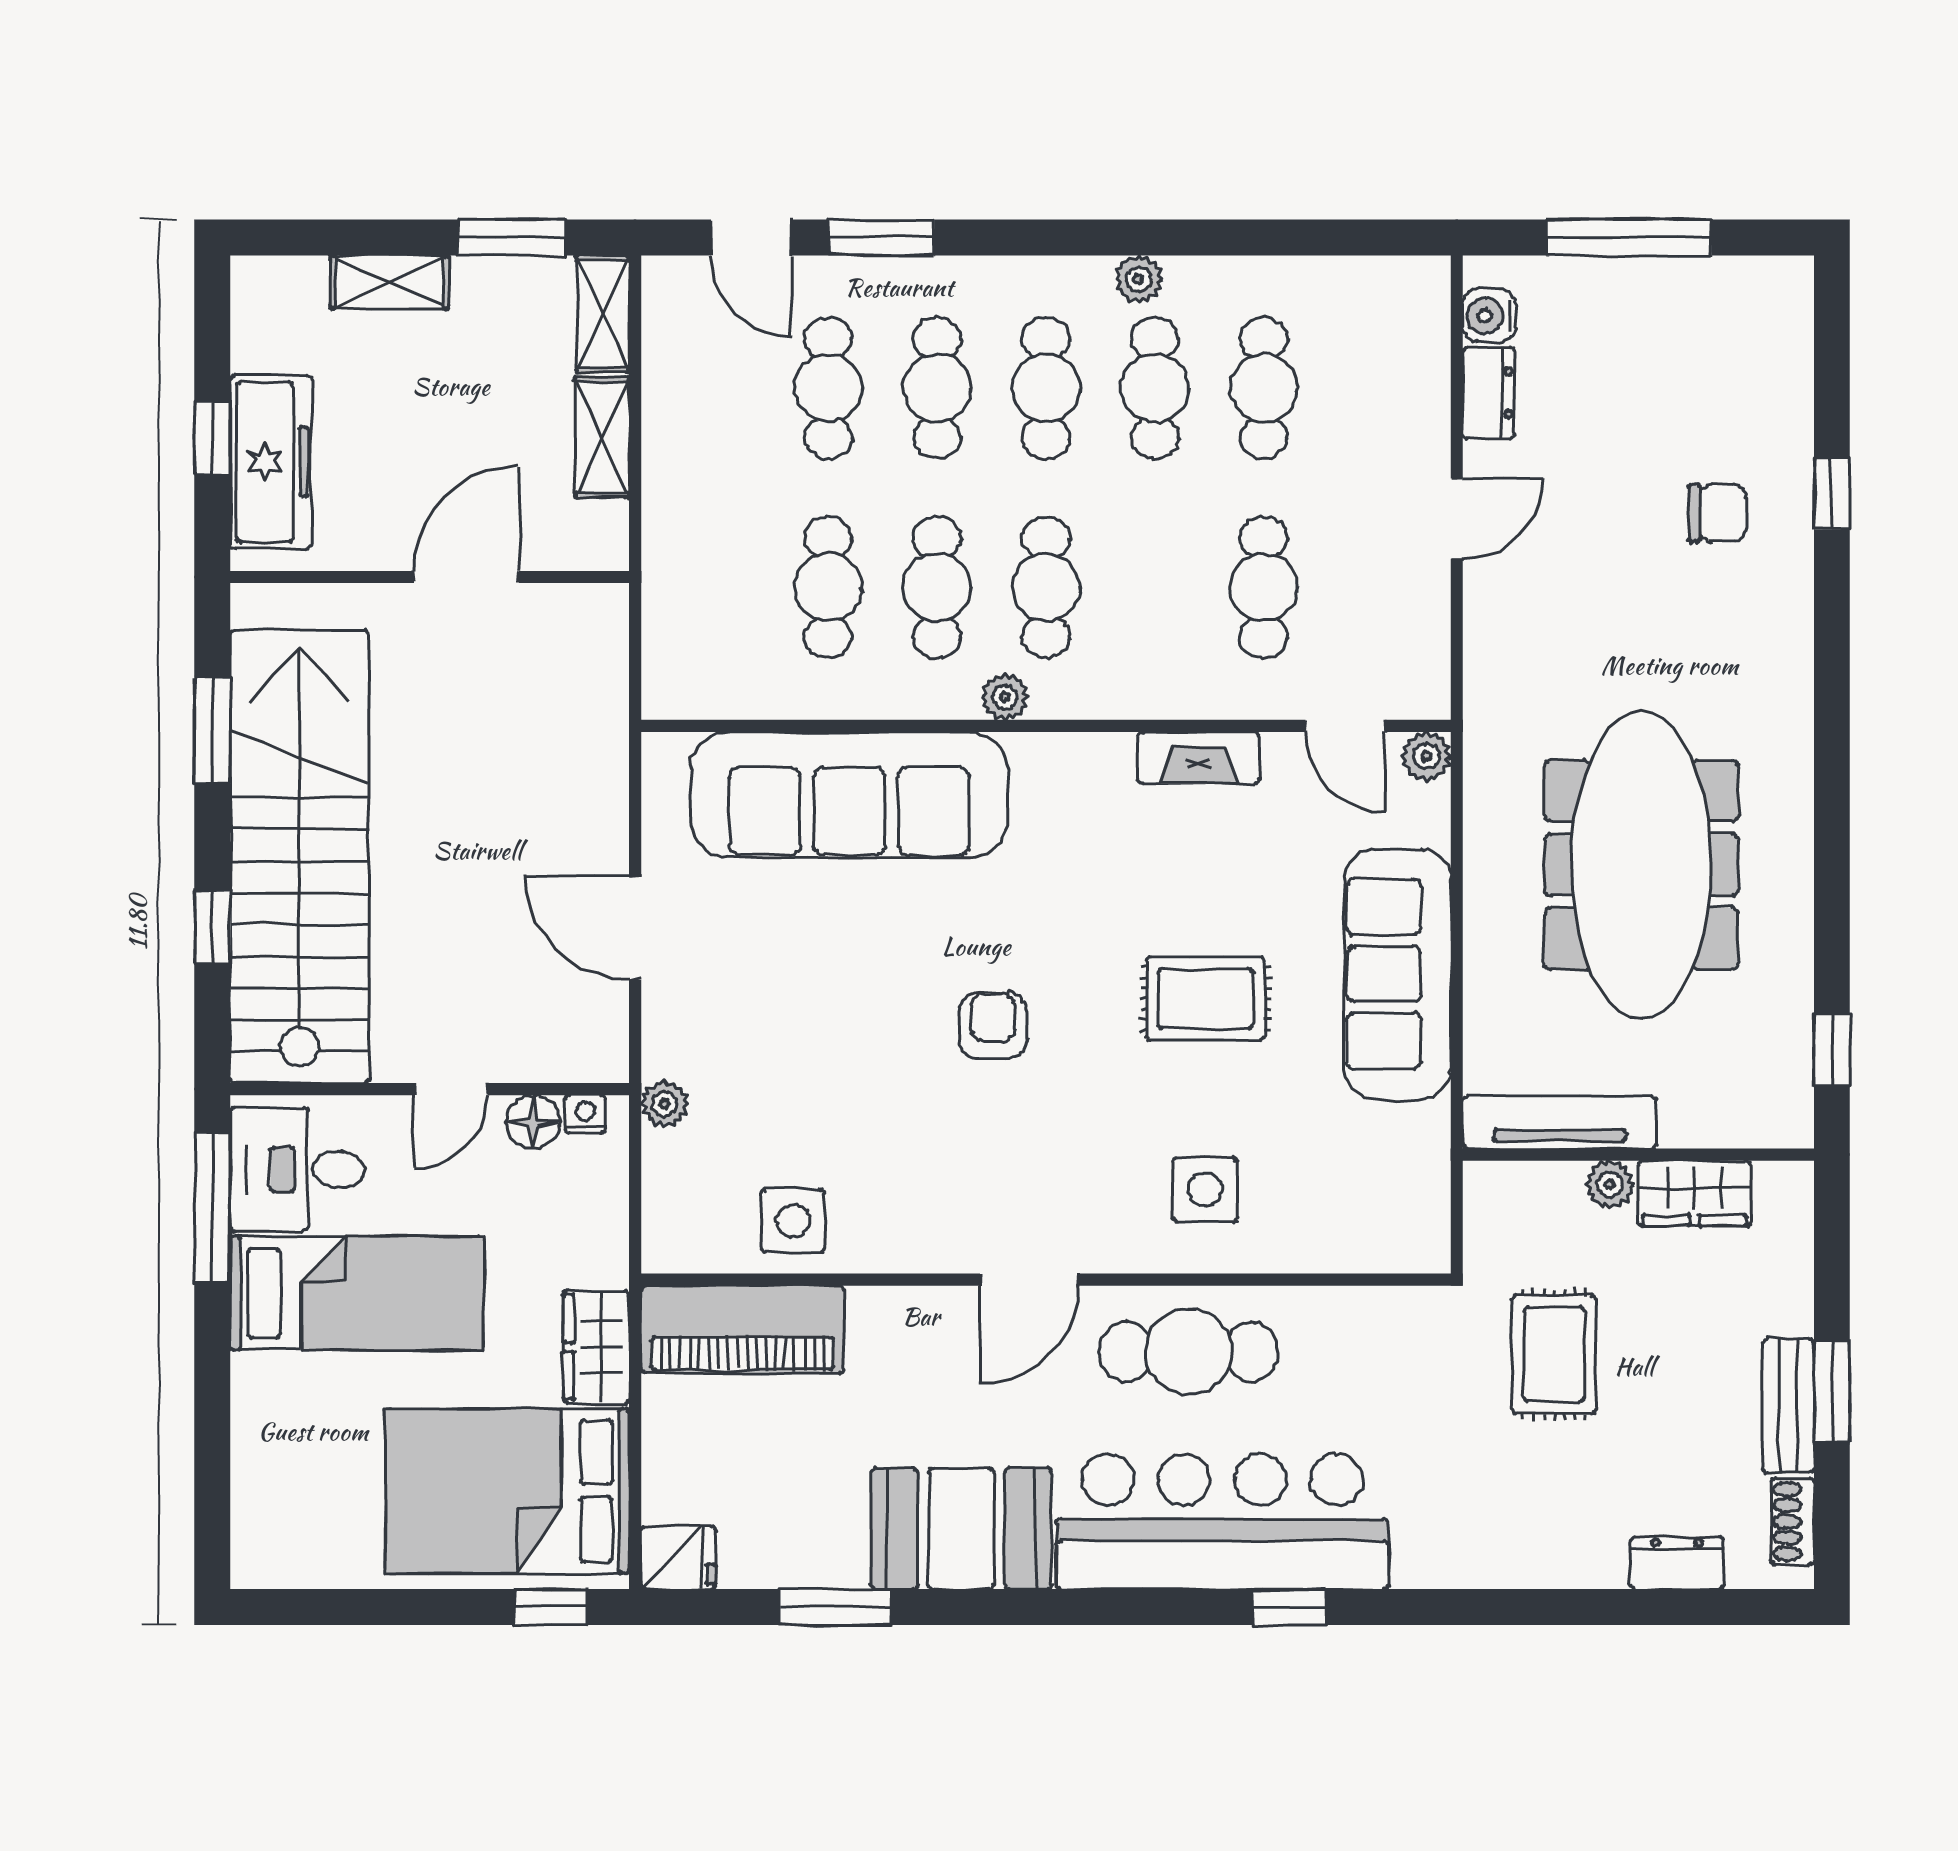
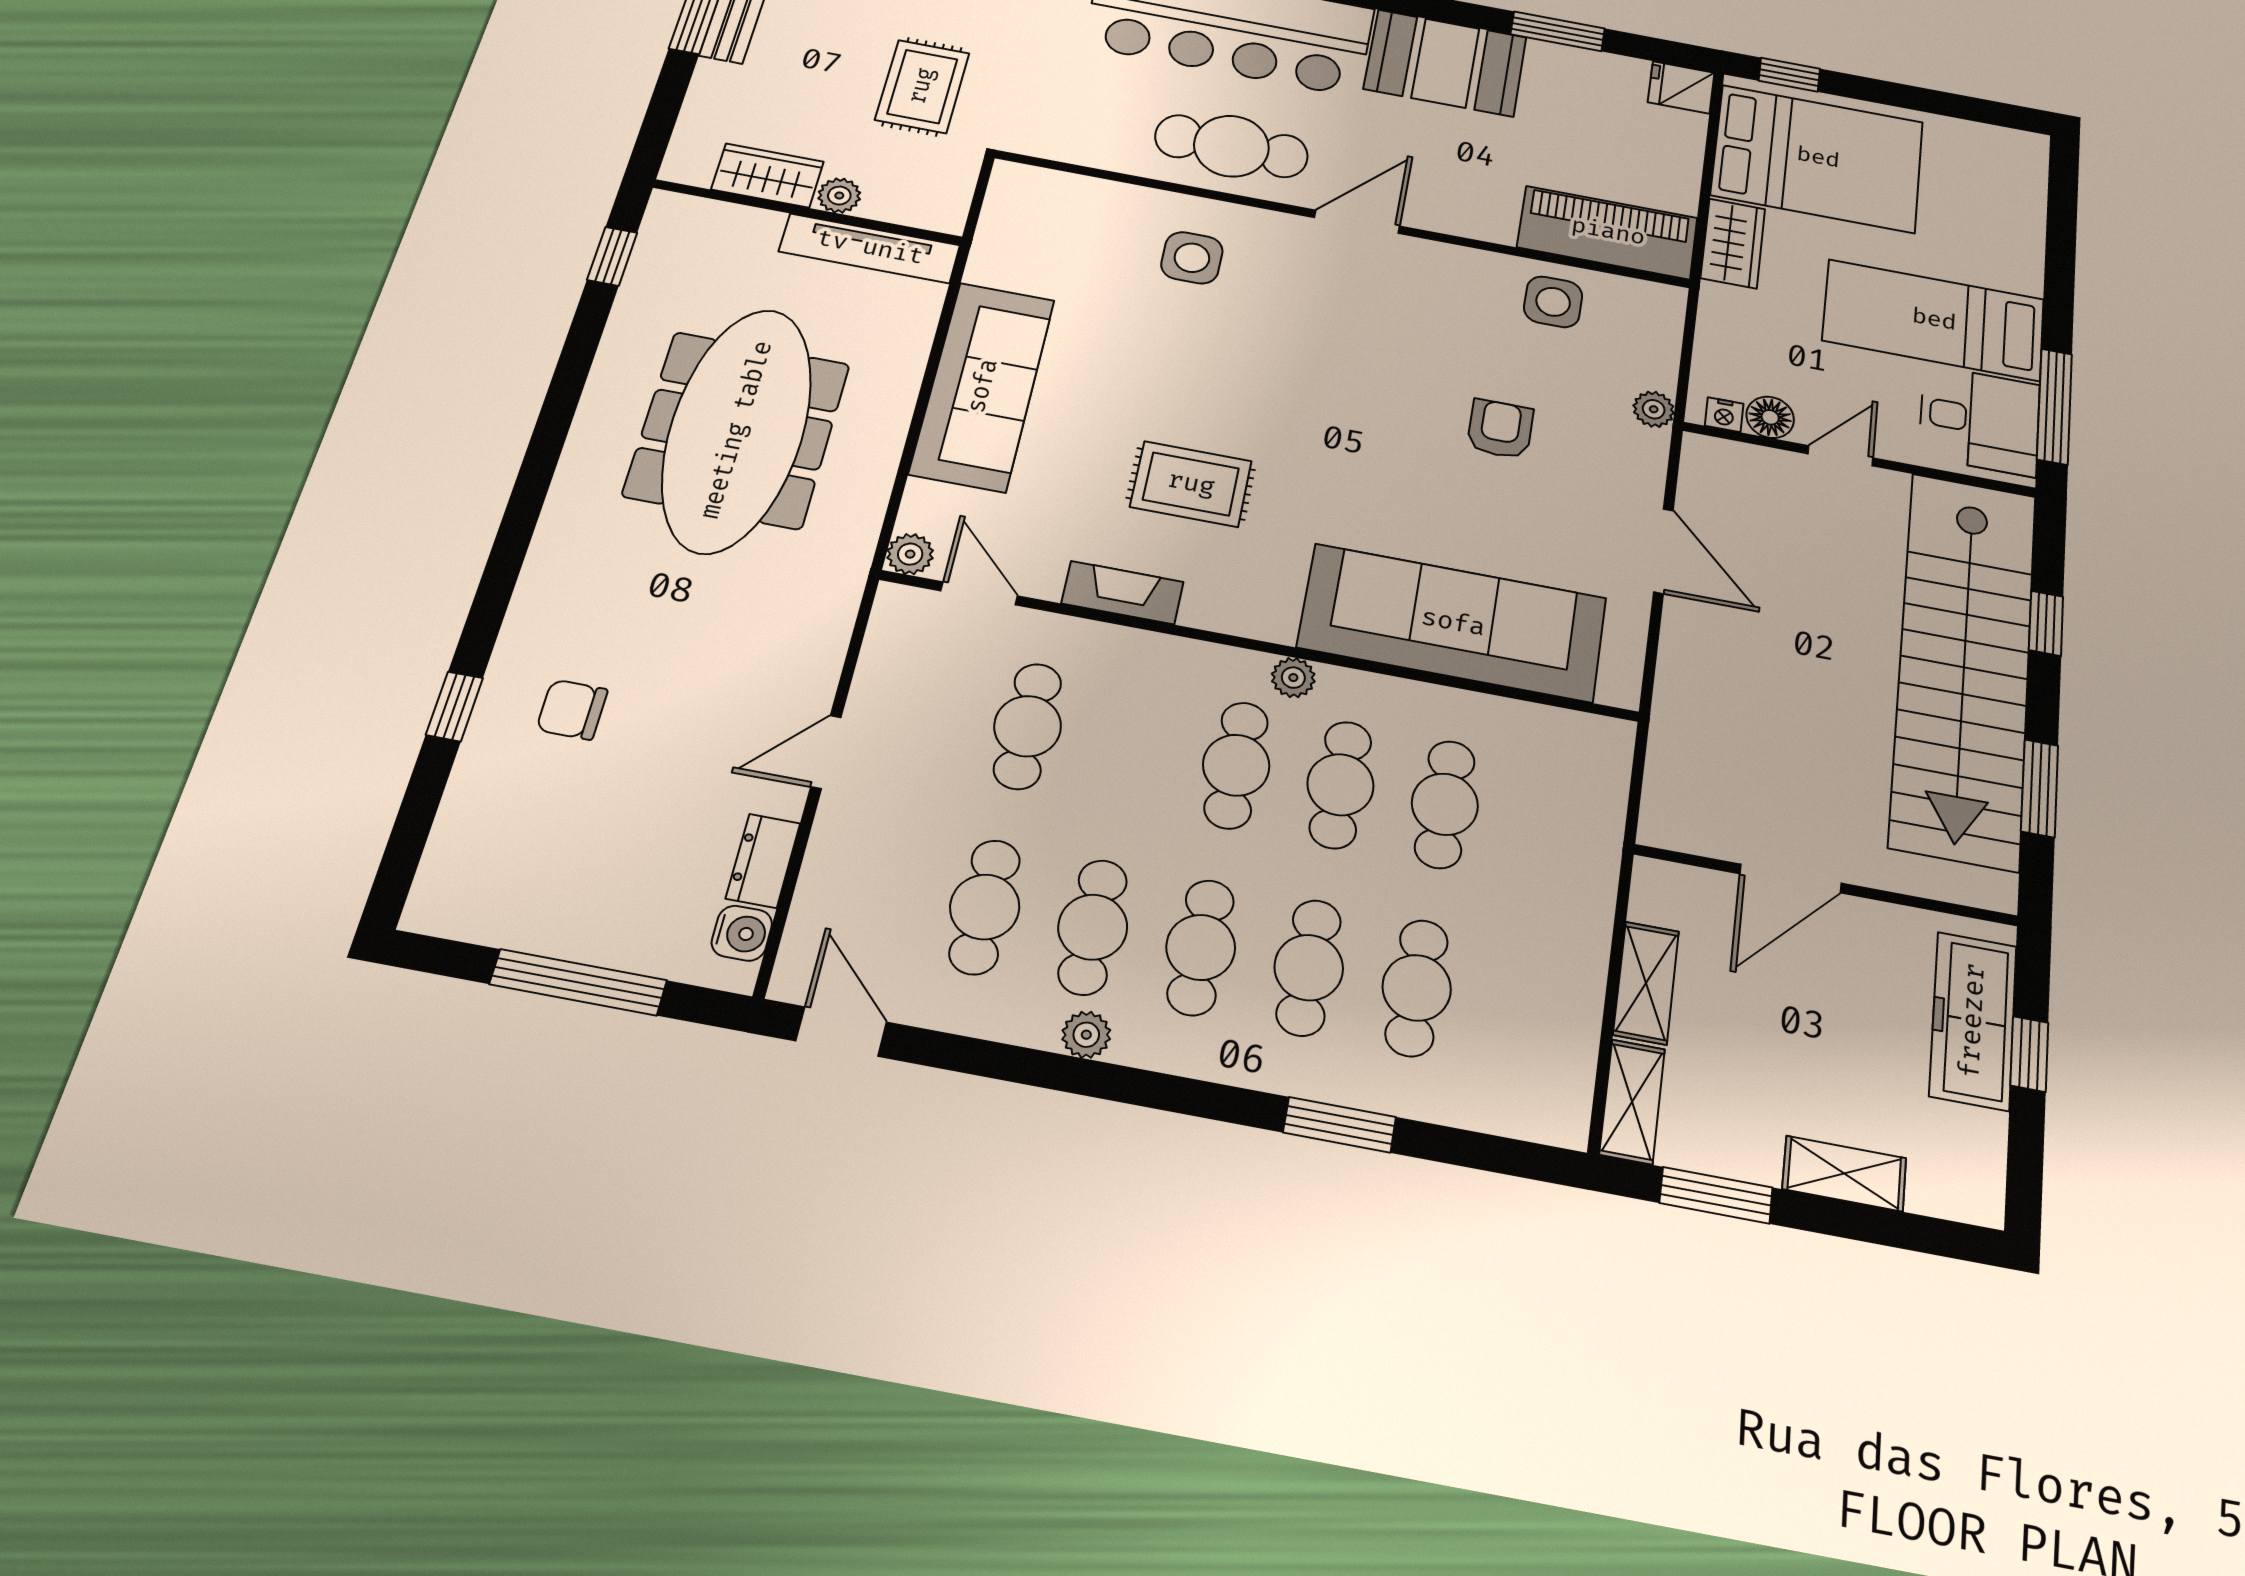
door: (751, 238) -> (841, 1032), moved
rug: (1206, 999) -> (1191, 484), moved
armchair: (993, 1026) -> (1500, 429), moved, turned 180

